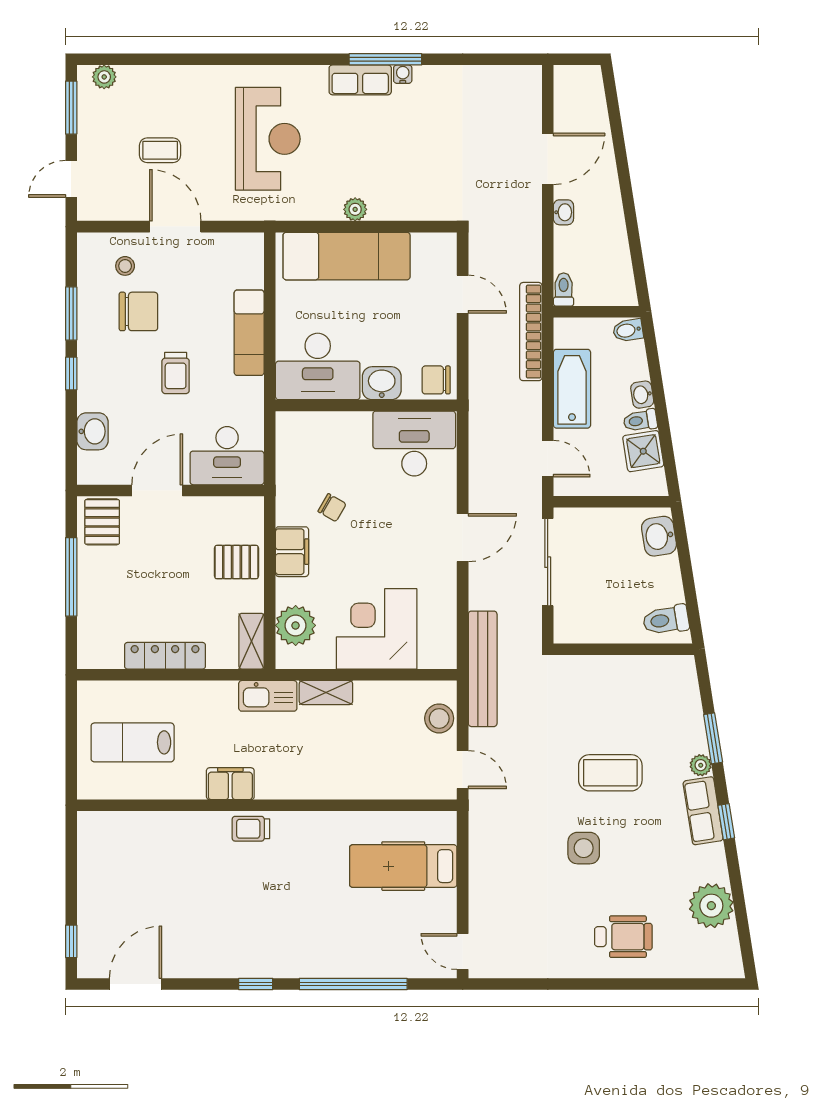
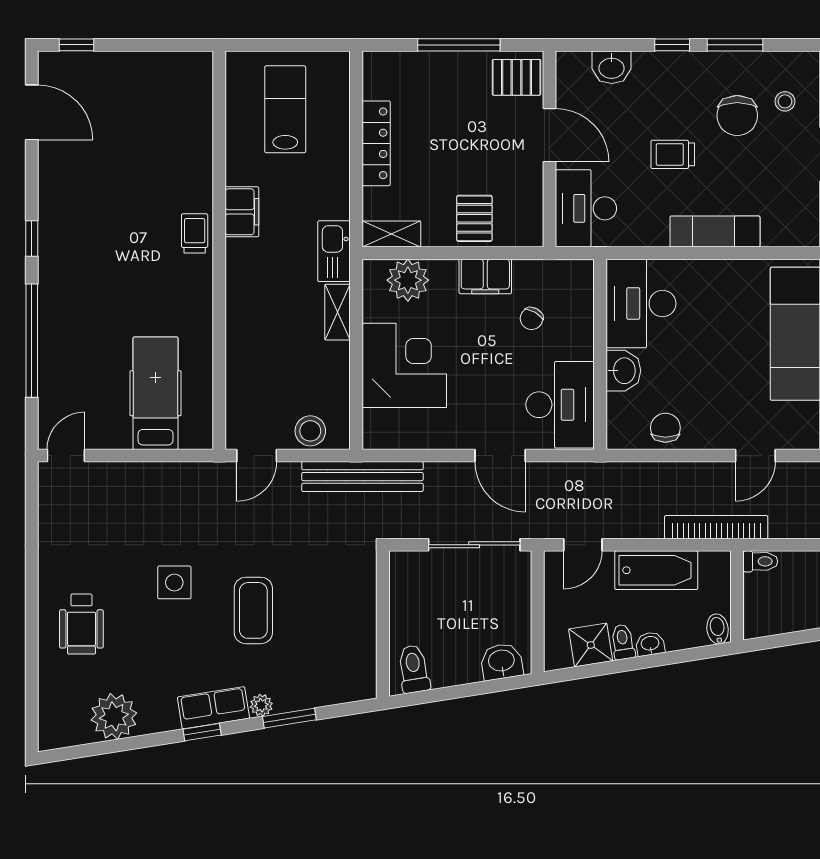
desk: (318, 366) -> (641, 303), moved
washbasin: (382, 383) -> (623, 371), moved
wall: (366, 405) -> (600, 354), moved
desk: (414, 444) -> (560, 405), moved

